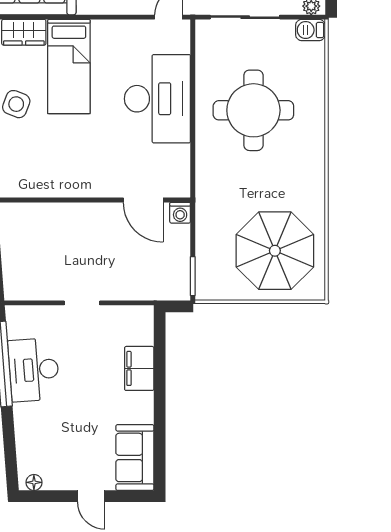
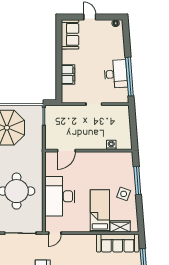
door: (143, 200) -> (66, 151), swing flipped
washing machine: (180, 213) -> (111, 145), moved

